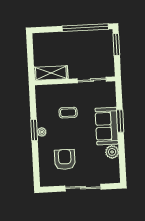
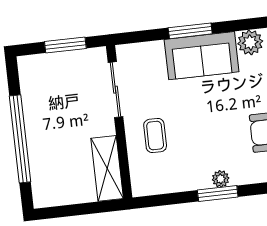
window: (85, 28) -> (20, 139), moved
window: (116, 44) -> (65, 45), moved
coffee table: (68, 113) -> (155, 136), moved

